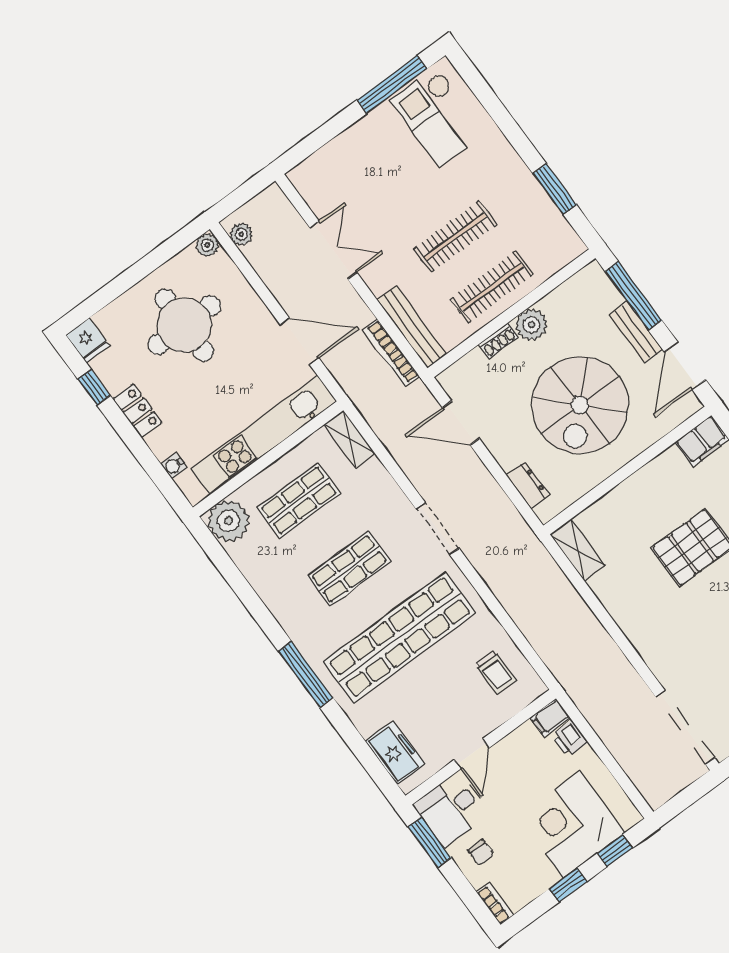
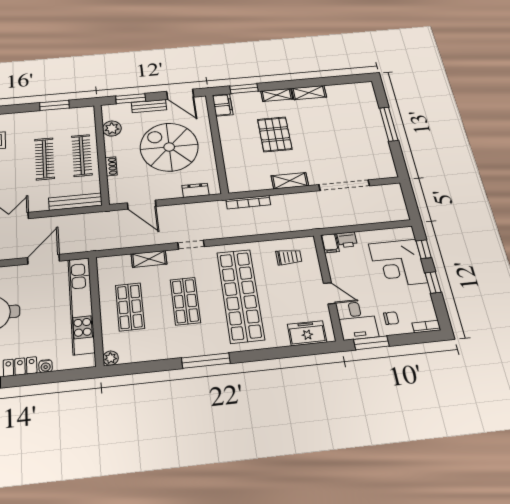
window: (633, 296) -> (131, 99), width x0.69
plant: (531, 325) -> (112, 129), moved
bookcase: (391, 353) -> (248, 202), moved
spiral stairs: (580, 405) -> (169, 147), turned 180
door: (461, 423) -> (142, 205), hinge flipped
shelving: (350, 439) -> (149, 259), moved
water cooler: (174, 466) -> (46, 366), moved
plant: (229, 521) -> (111, 358), width x0.53, depth x0.53
doorway: (438, 529) -> (191, 245), width x0.73
shelving: (577, 550) -> (290, 181), moved
window: (306, 674) -> (206, 361), moved
doorway: (685, 727) -> (344, 185), moved

